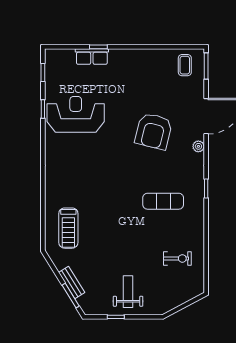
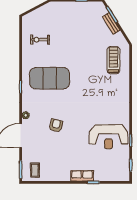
row of seats: (92, 57) -> (82, 176), moved
armchair: (154, 131) -> (56, 125), width x0.53, depth x0.53
exercise mat: (163, 201) -> (50, 78), width x2.00, depth x1.45
weight bench: (128, 292) -> (73, 17), removed

